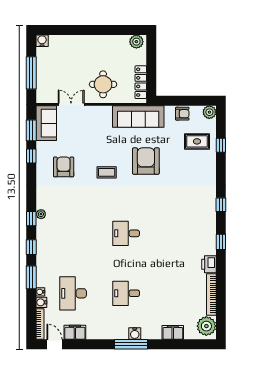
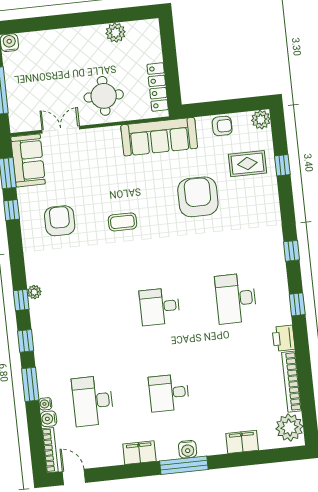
plant: (136, 42) -> (116, 33), moved
armchair: (146, 161) -> (198, 197), moved
desk: (179, 233) -> (236, 298), added
filing cabinet: (75, 332) -> (139, 453), moved

